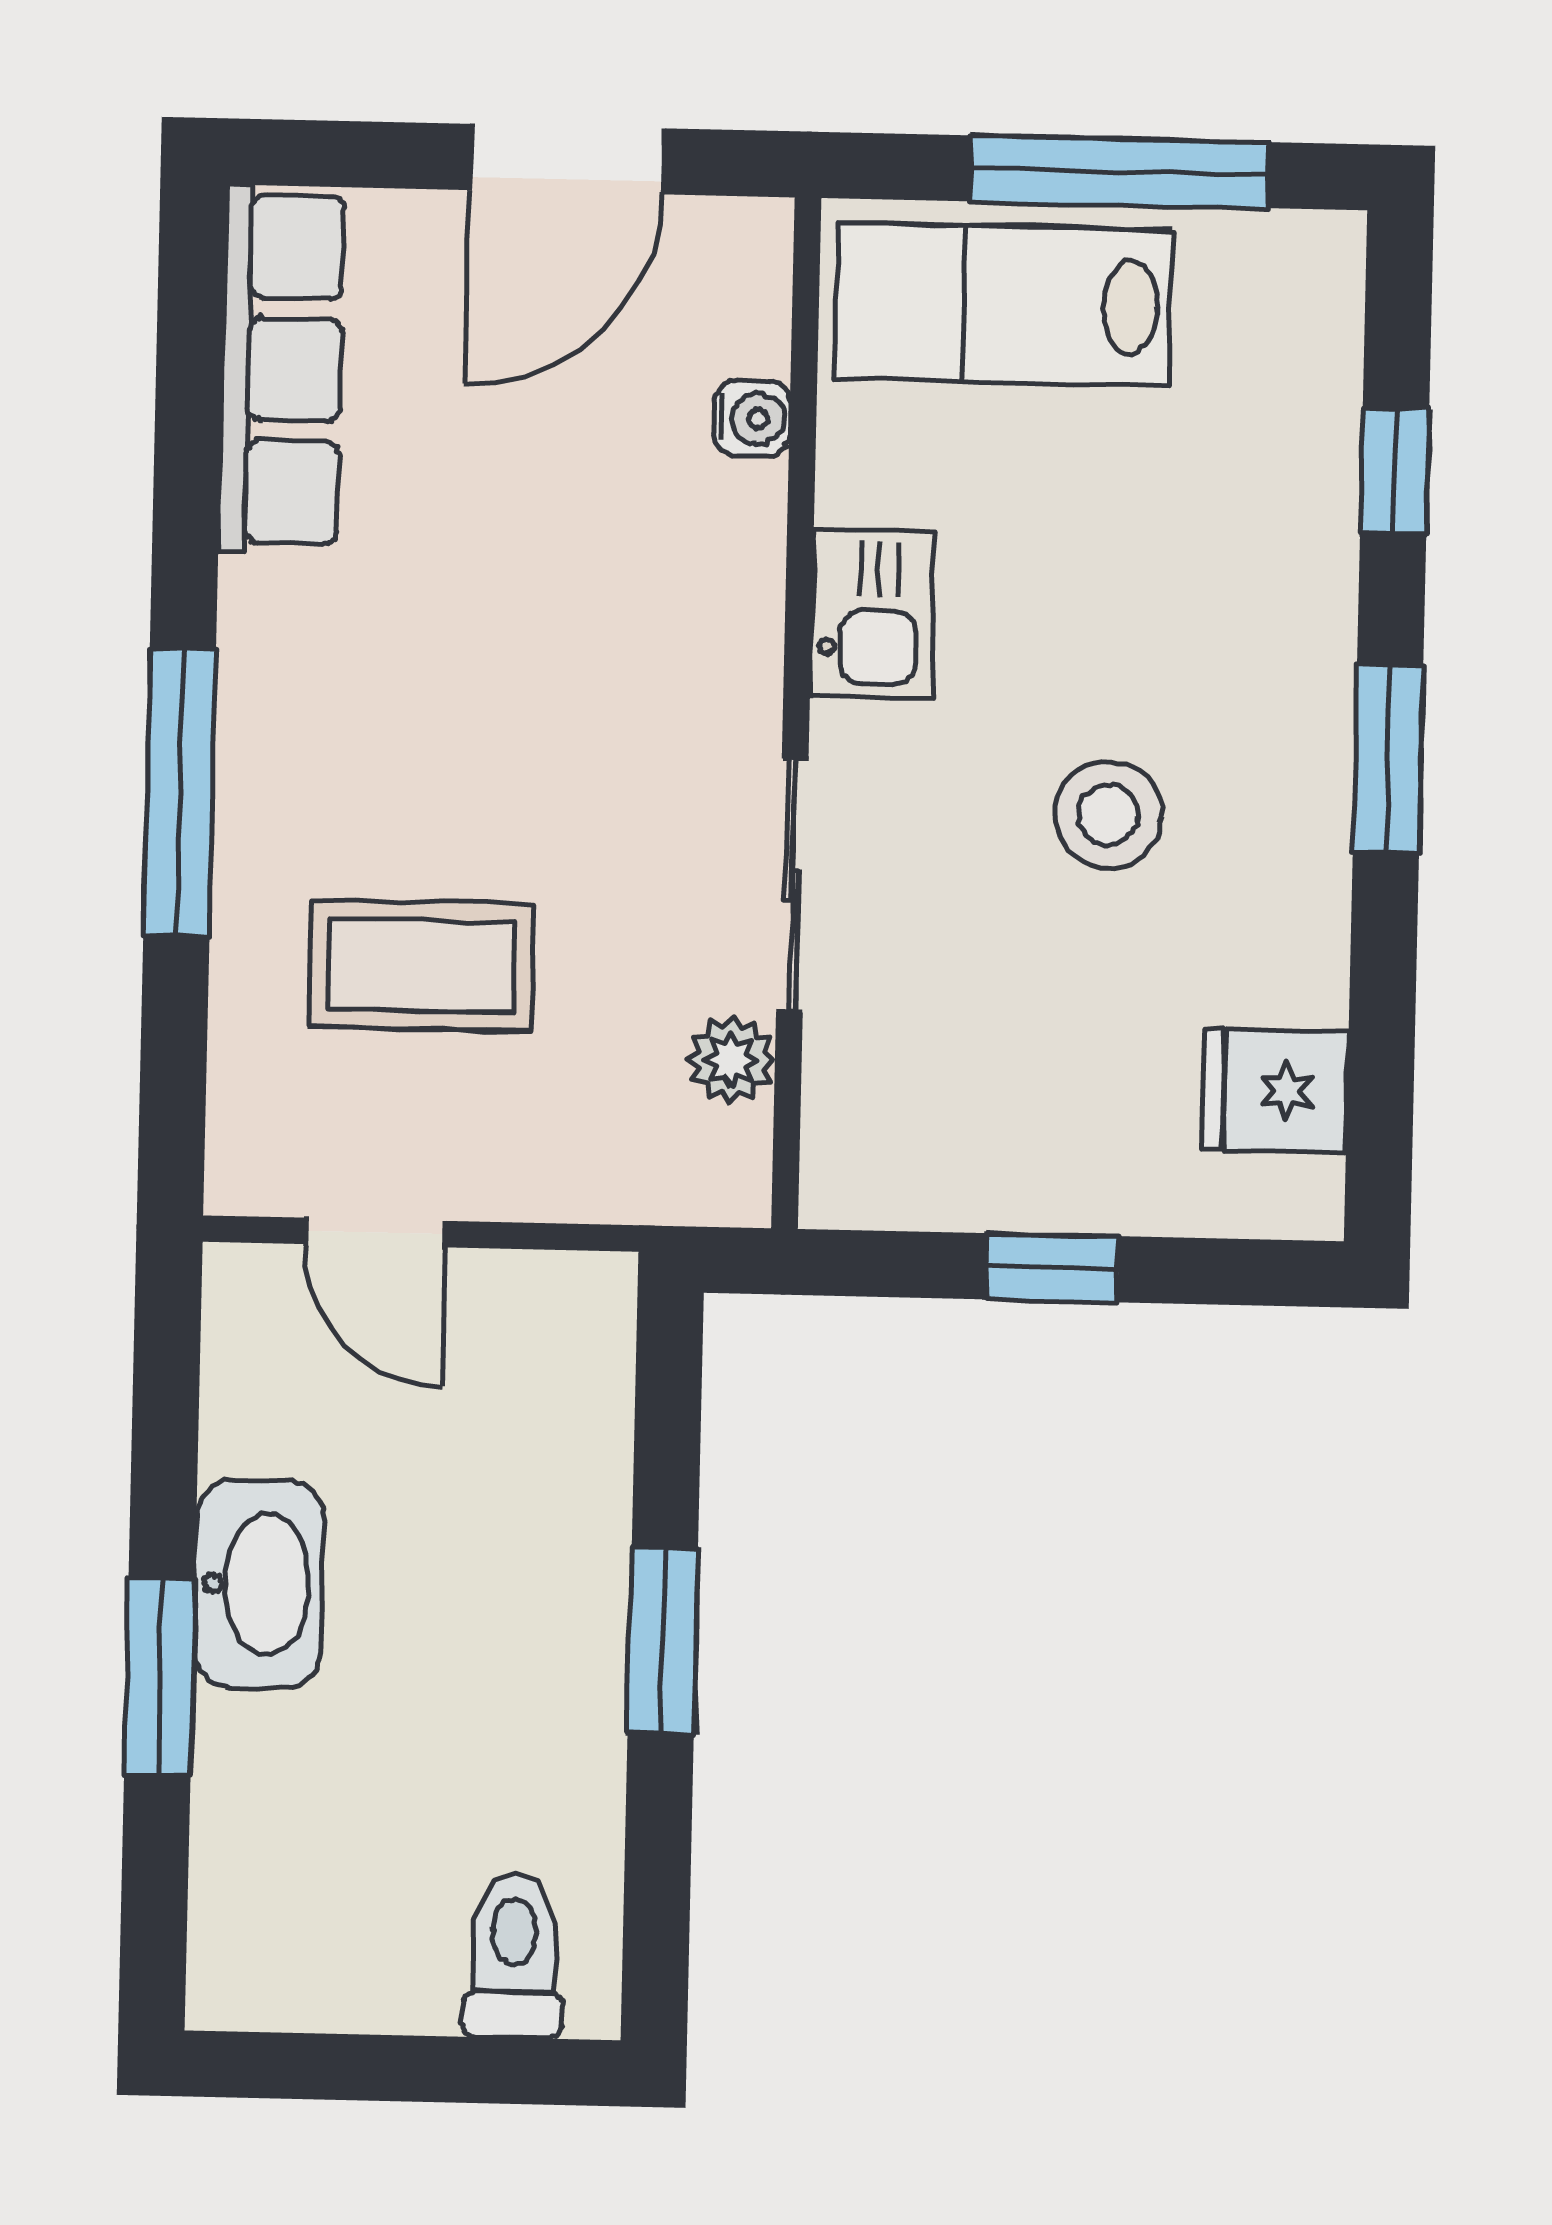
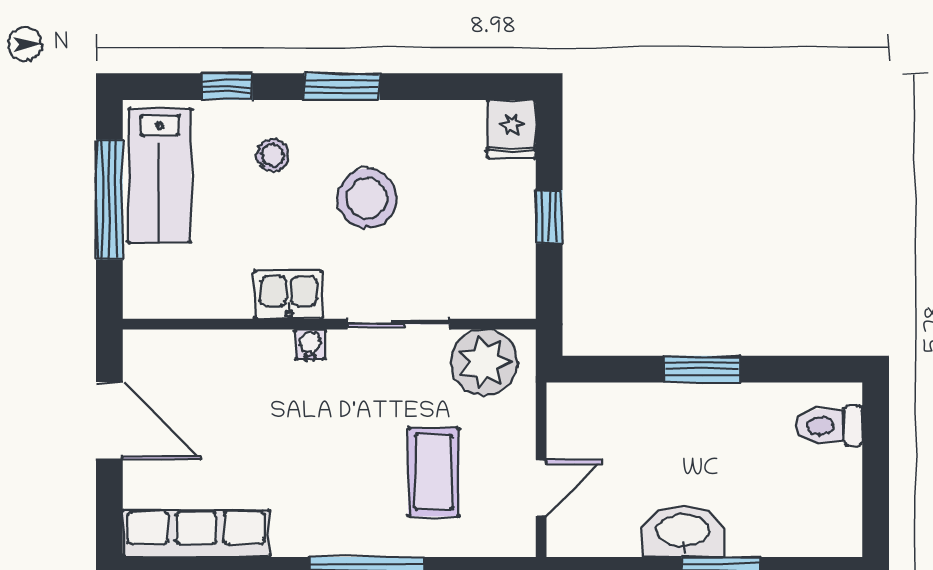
lab bench: (1003, 304) -> (160, 176), moved
water cooler: (752, 418) -> (310, 345), moved
stool: (1222, 581) -> (273, 155), added
stool: (1108, 815) -> (367, 198), width x1.38, depth x1.38
plant: (731, 1060) -> (484, 362), width x1.88, depth x1.88
fridge: (1275, 1090) -> (511, 129), moved

